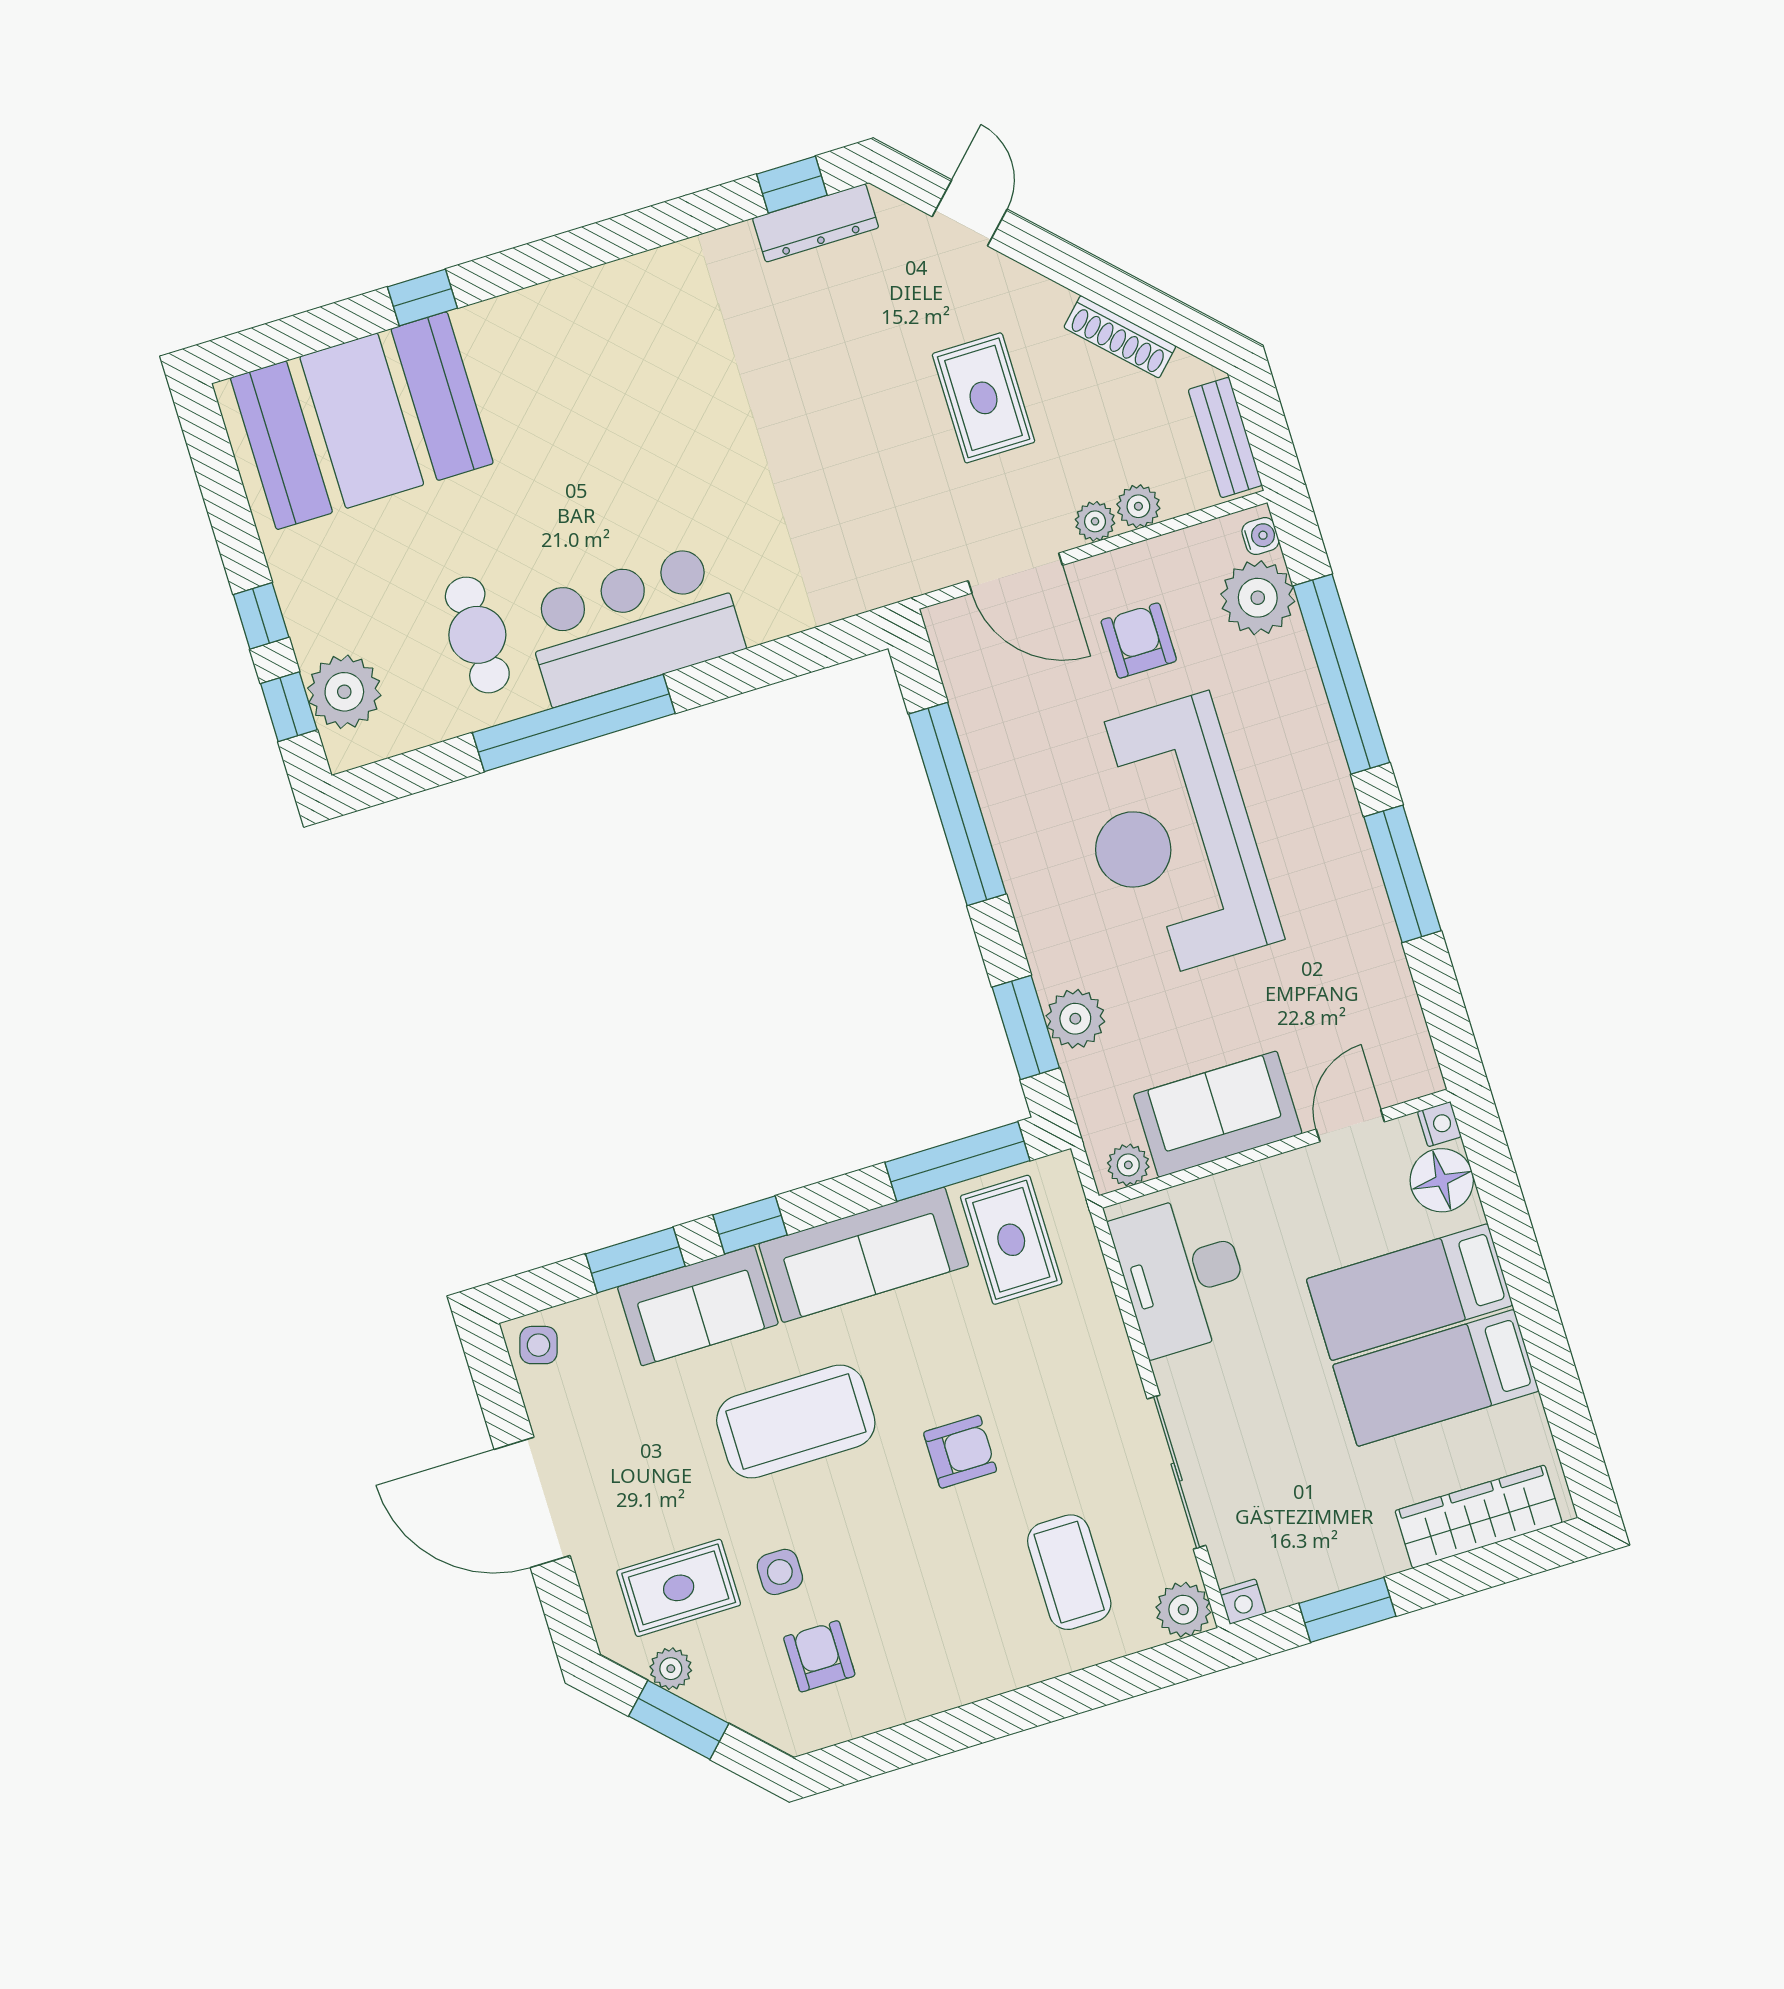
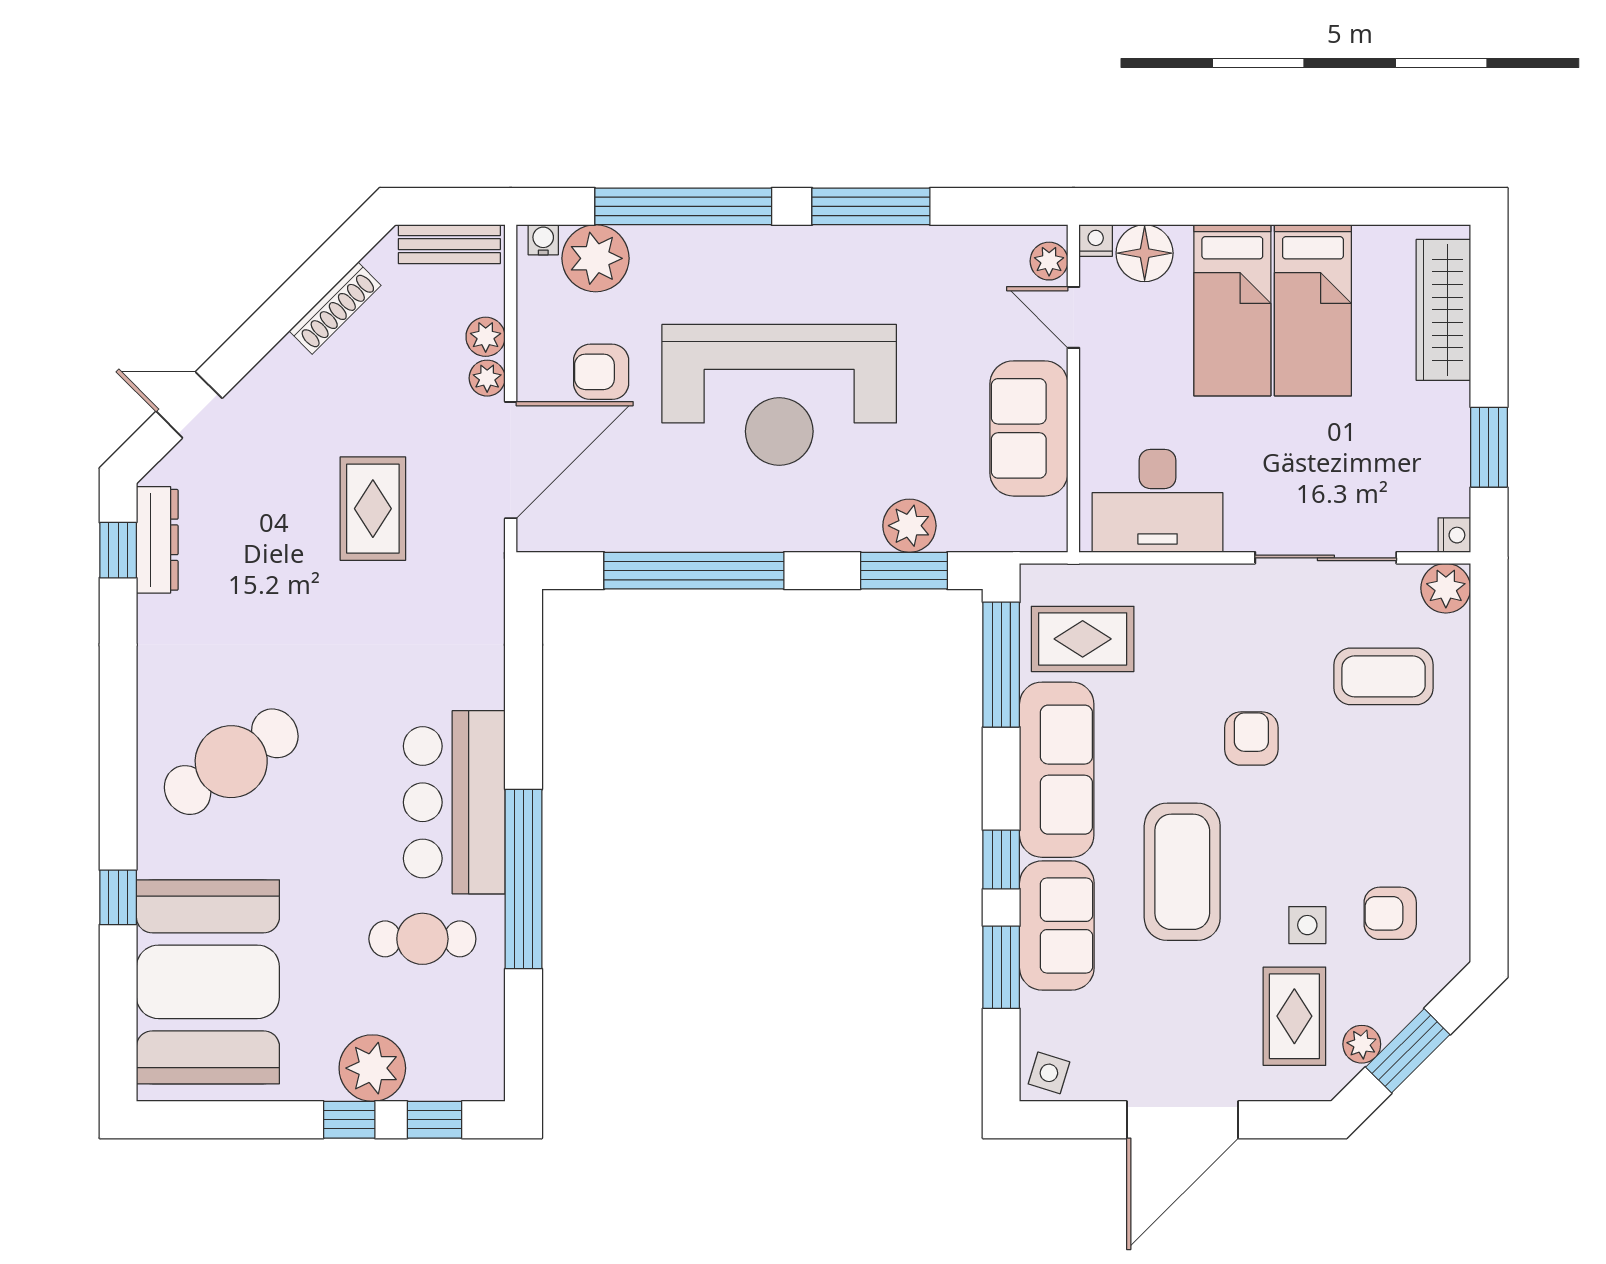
cafe table: (604, 374) -> (231, 762), added
rug: (984, 398) -> (373, 509), moved, turned 90
door: (1015, 573) -> (511, 460), width x1.36
plant: (344, 692) -> (372, 1068), moved
plant: (1128, 1165) -> (1049, 261), moved

